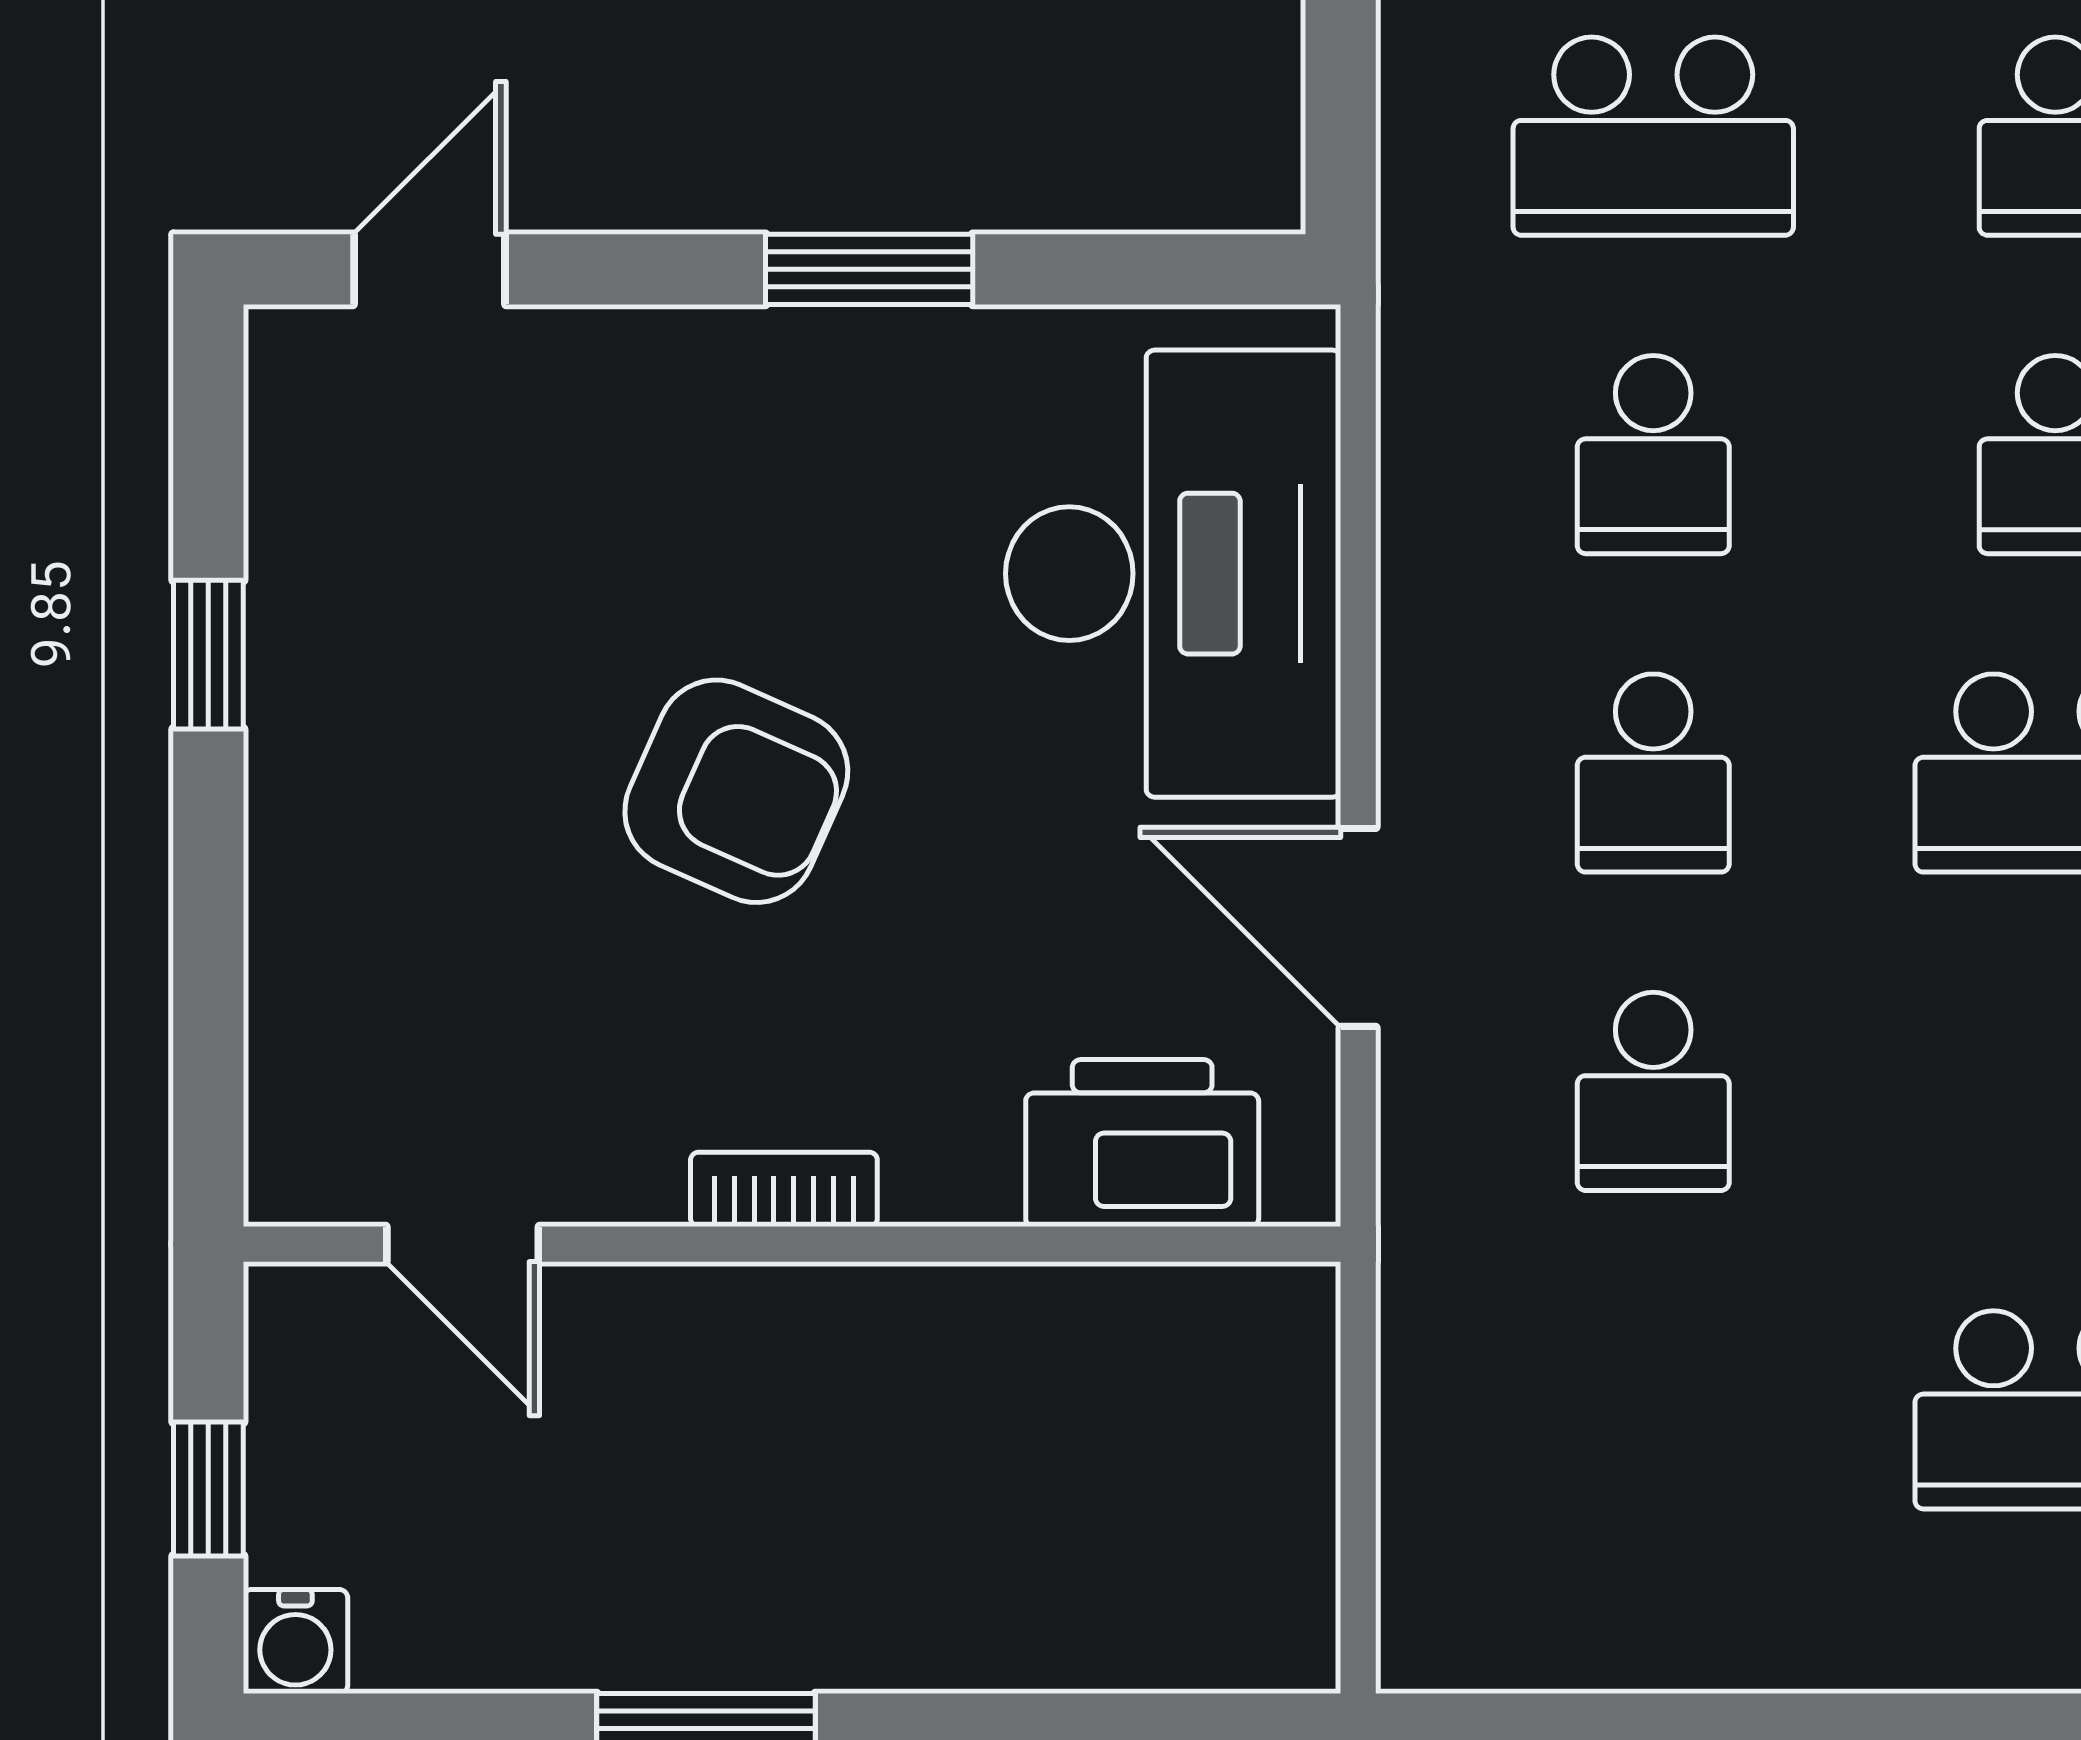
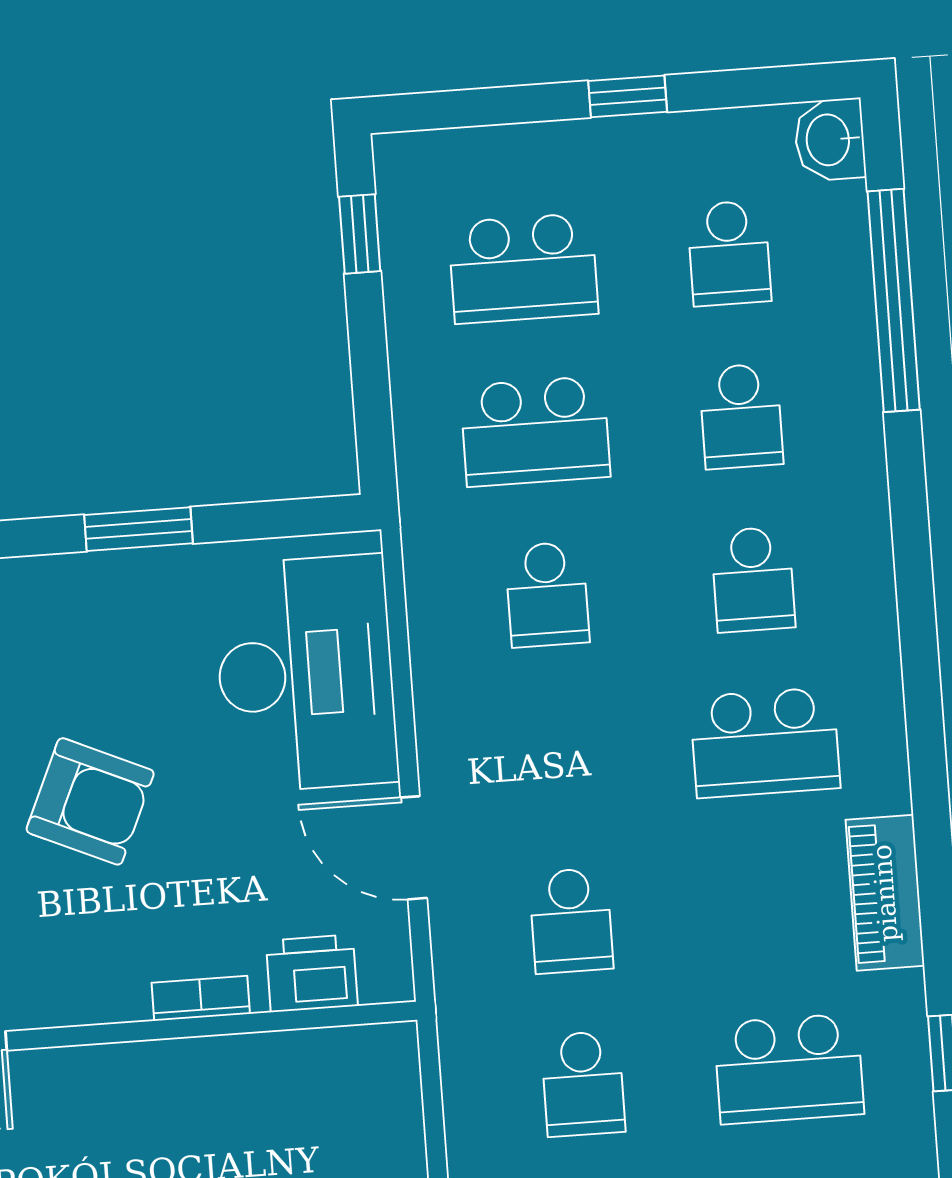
school desk: (1653, 773) -> (583, 1084), moved
printer: (1142, 1143) -> (312, 973), width x0.73, depth x0.84
bookcase: (784, 1189) -> (201, 998), moved

